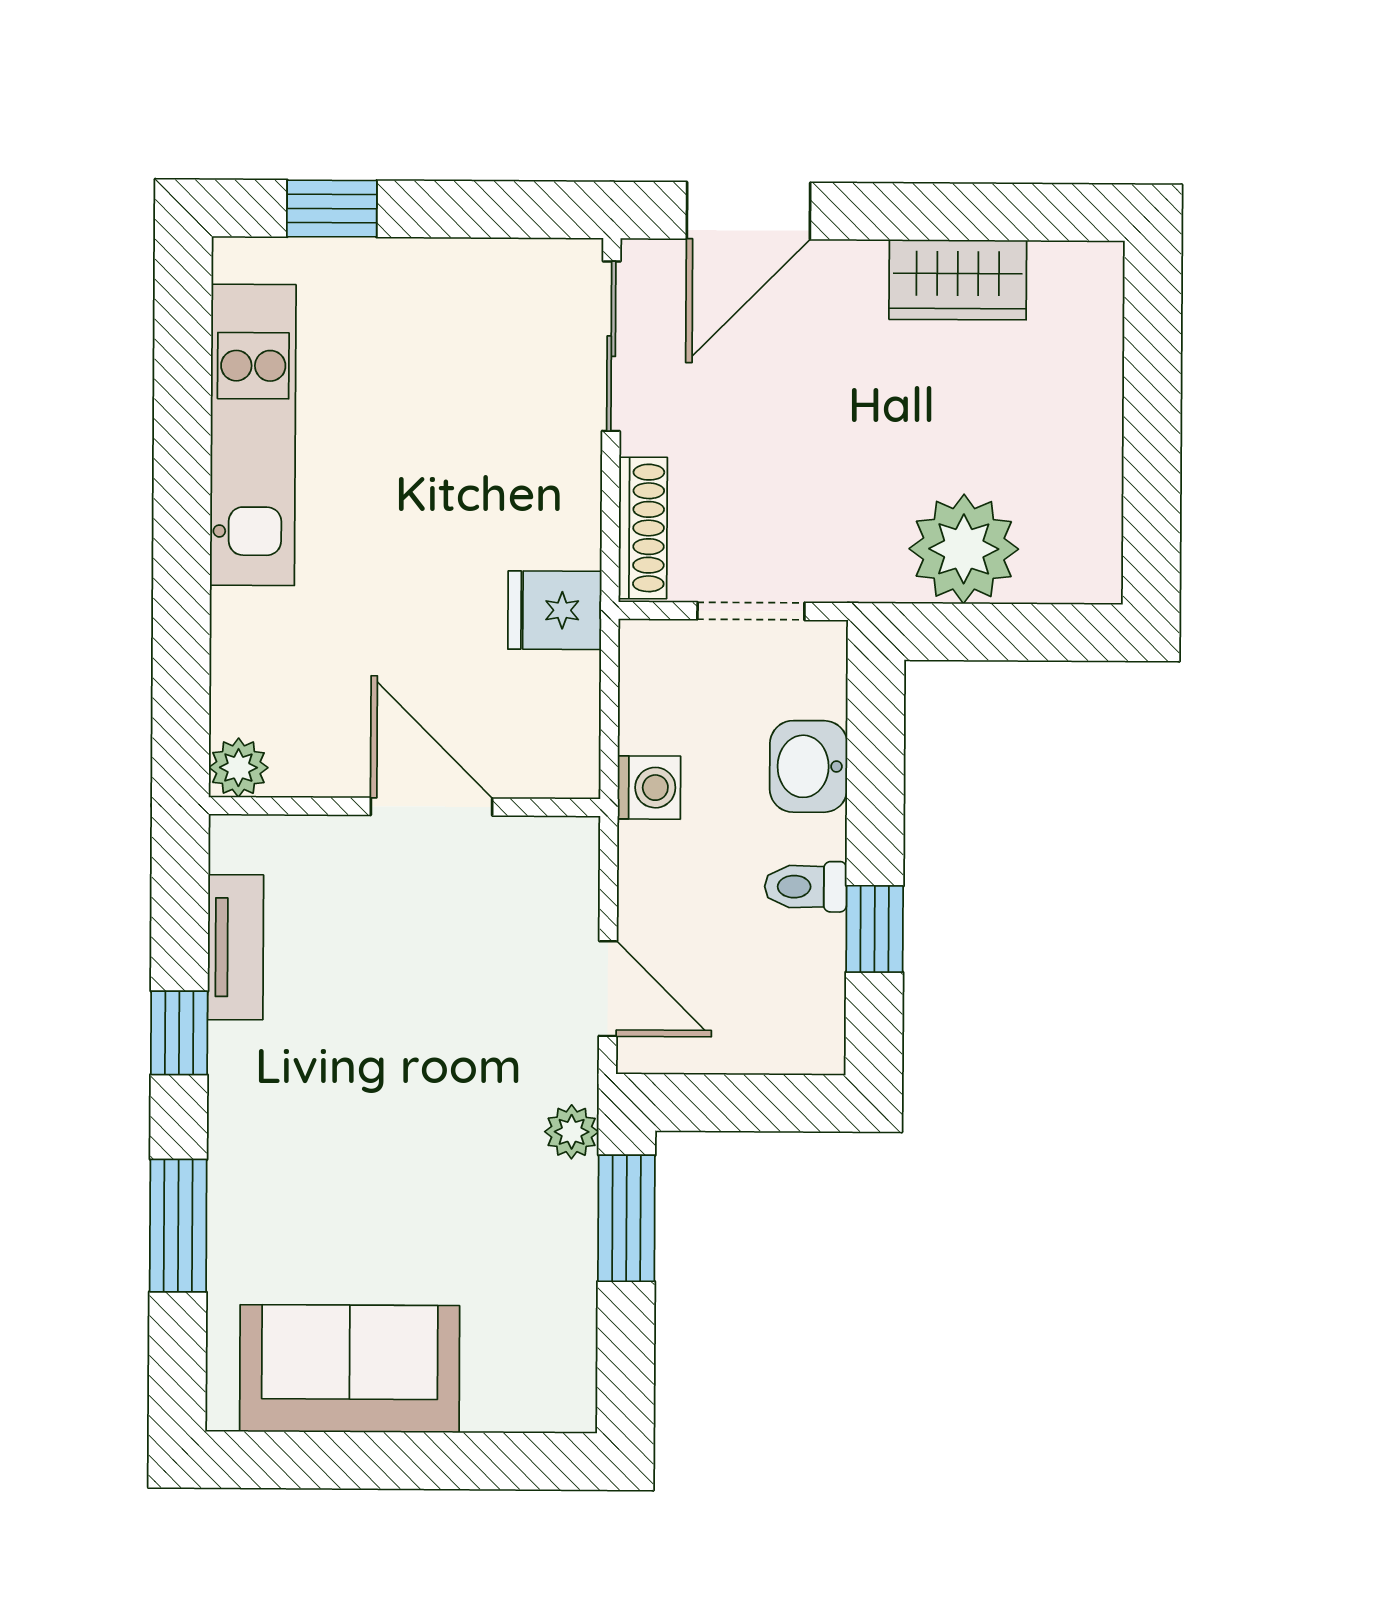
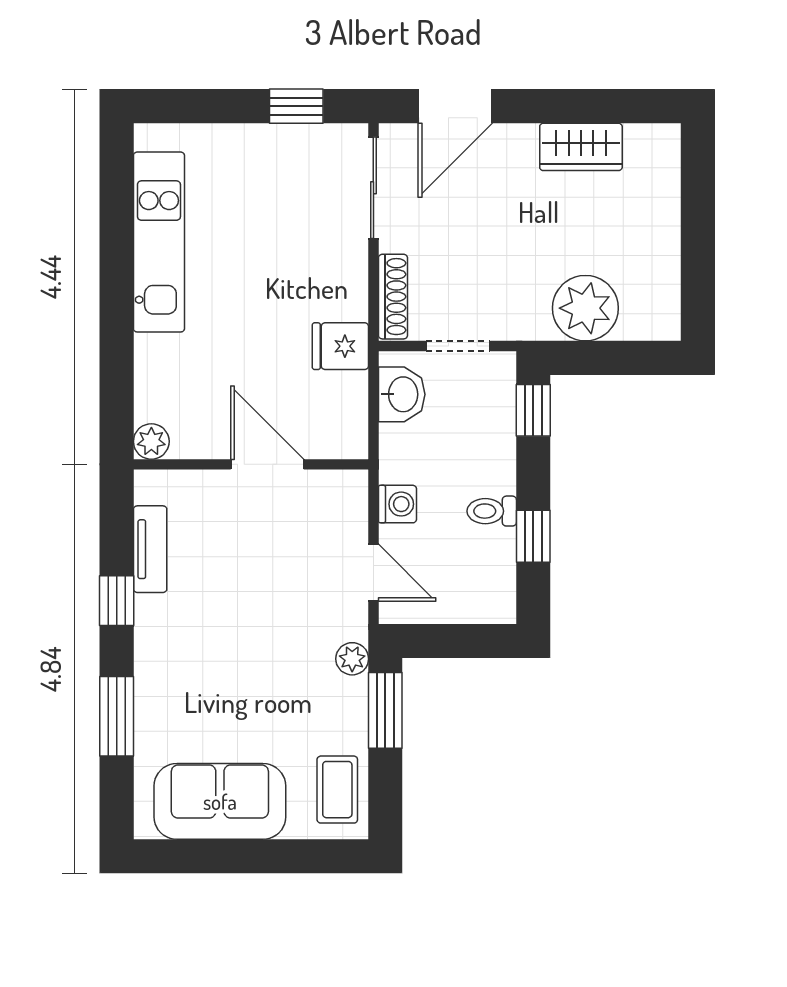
window: (332, 209) -> (296, 106), moved
window: (876, 719) -> (533, 410), added
washbasin: (809, 766) -> (402, 394), moved, turned 180
washing machine: (649, 788) -> (397, 504), moved
coffee table: (546, 1350) -> (337, 790), added

